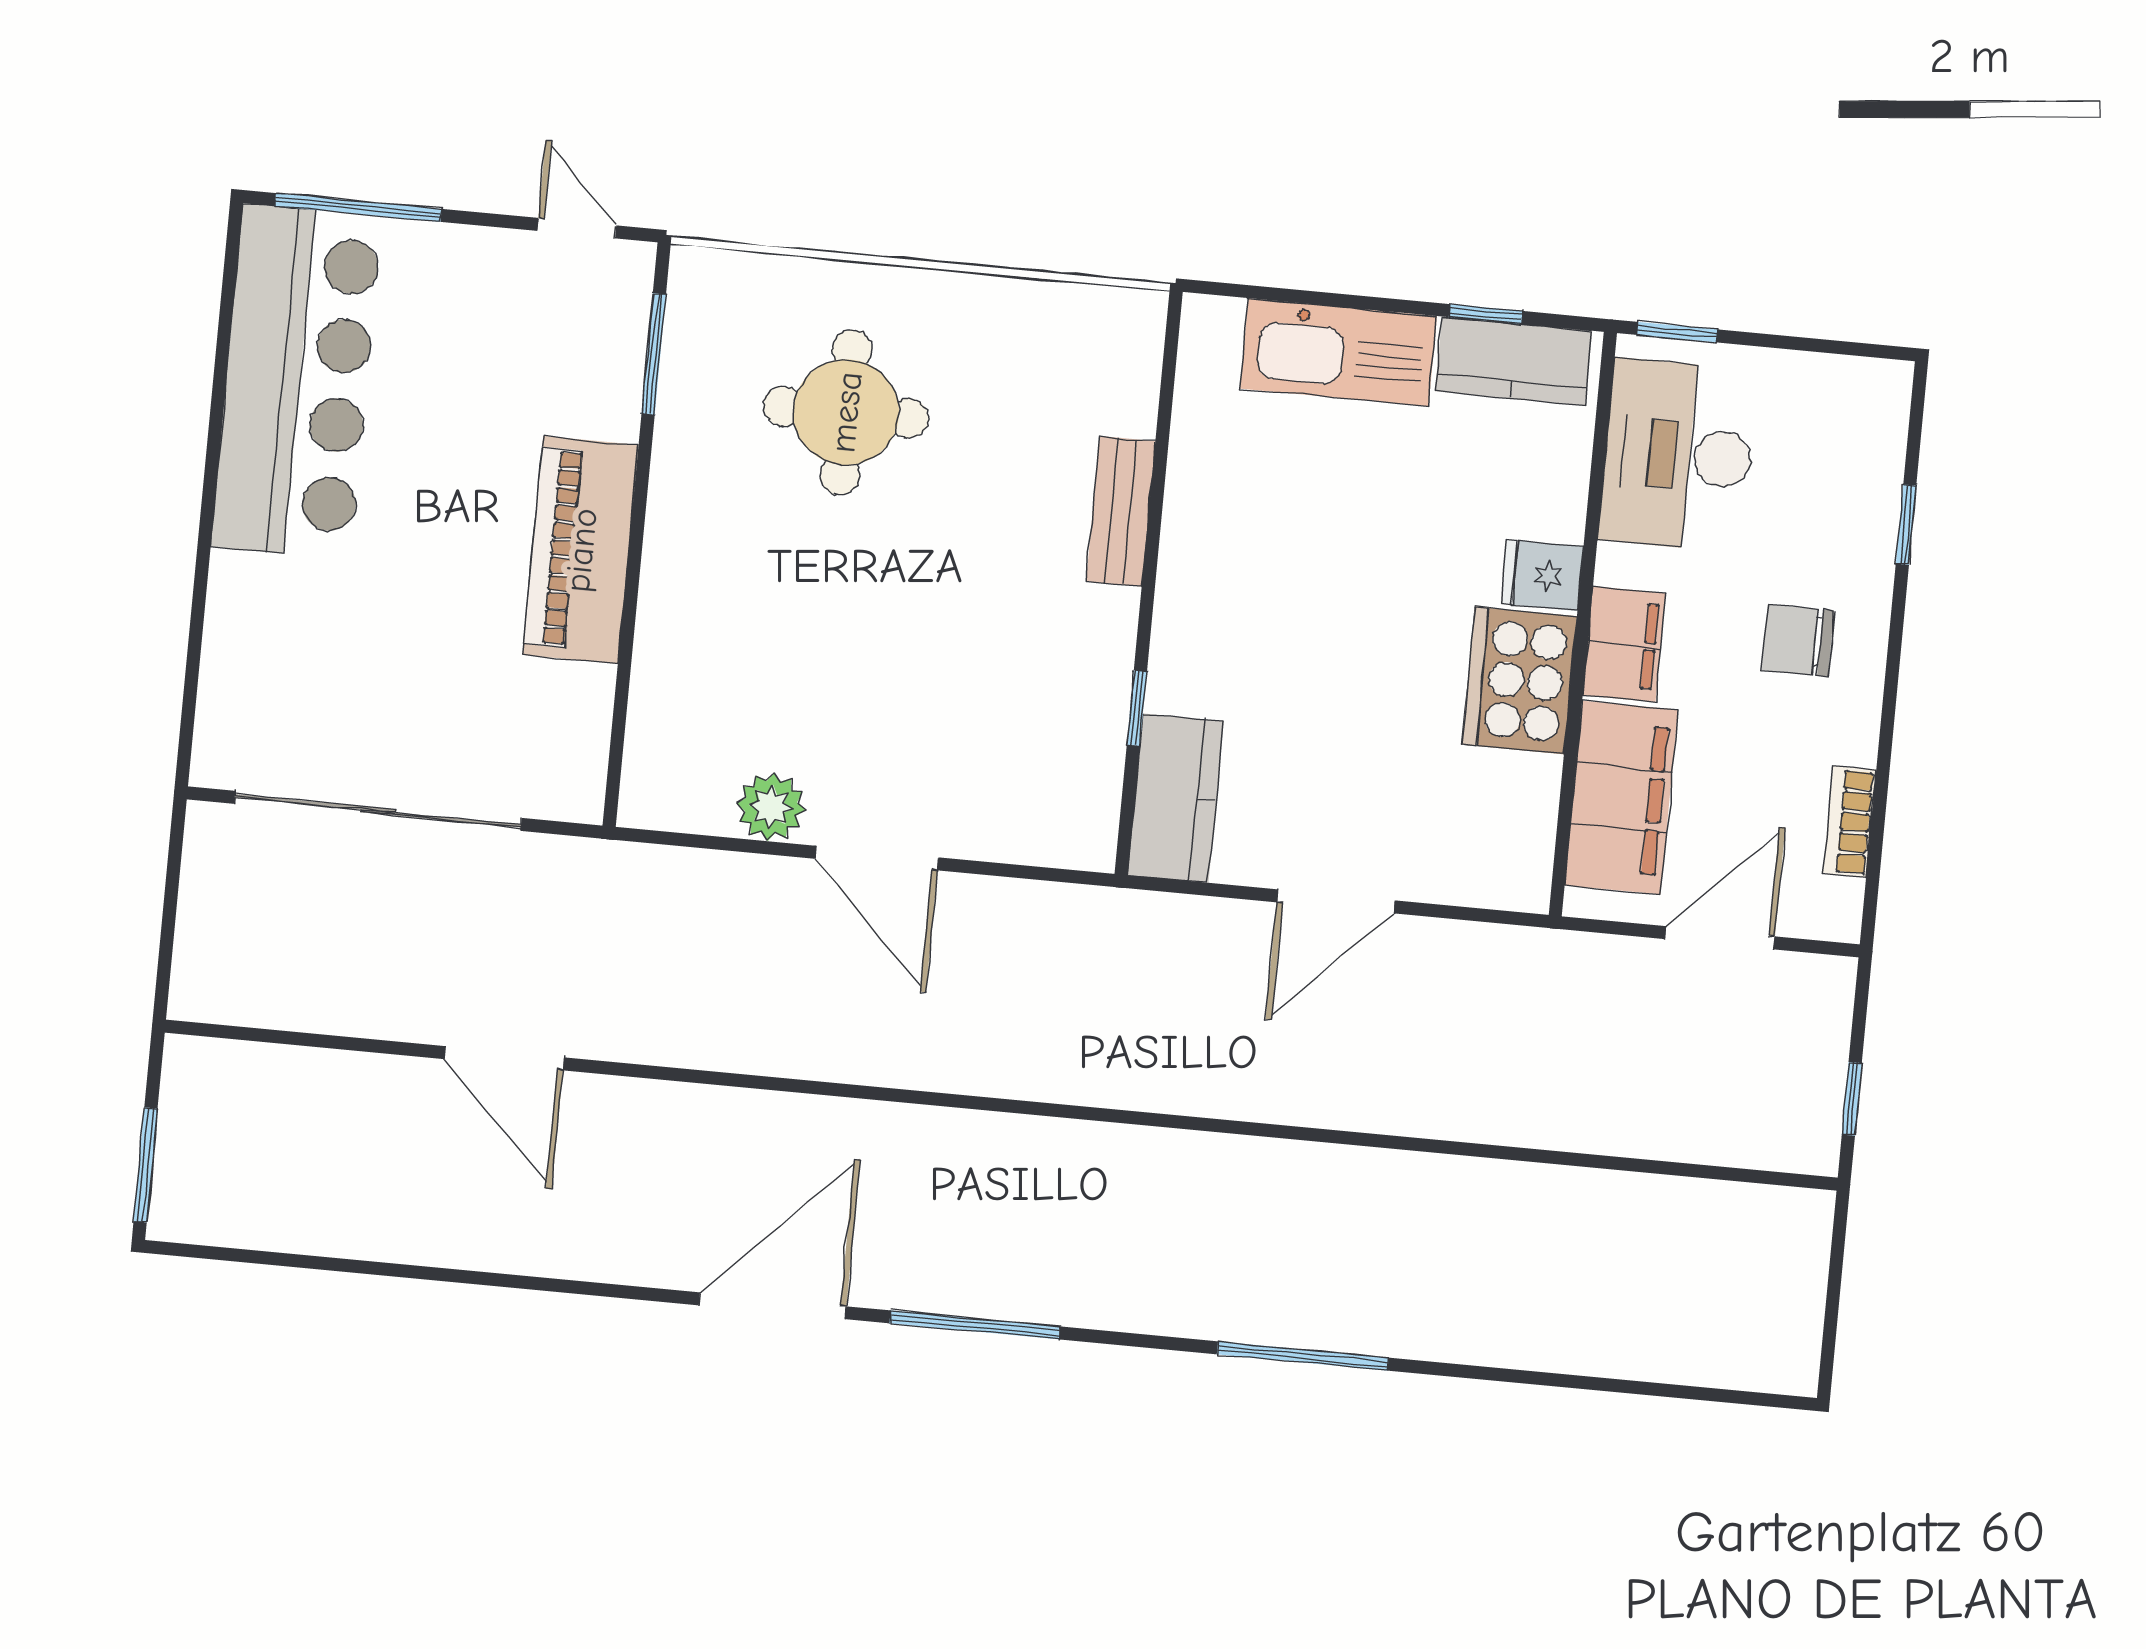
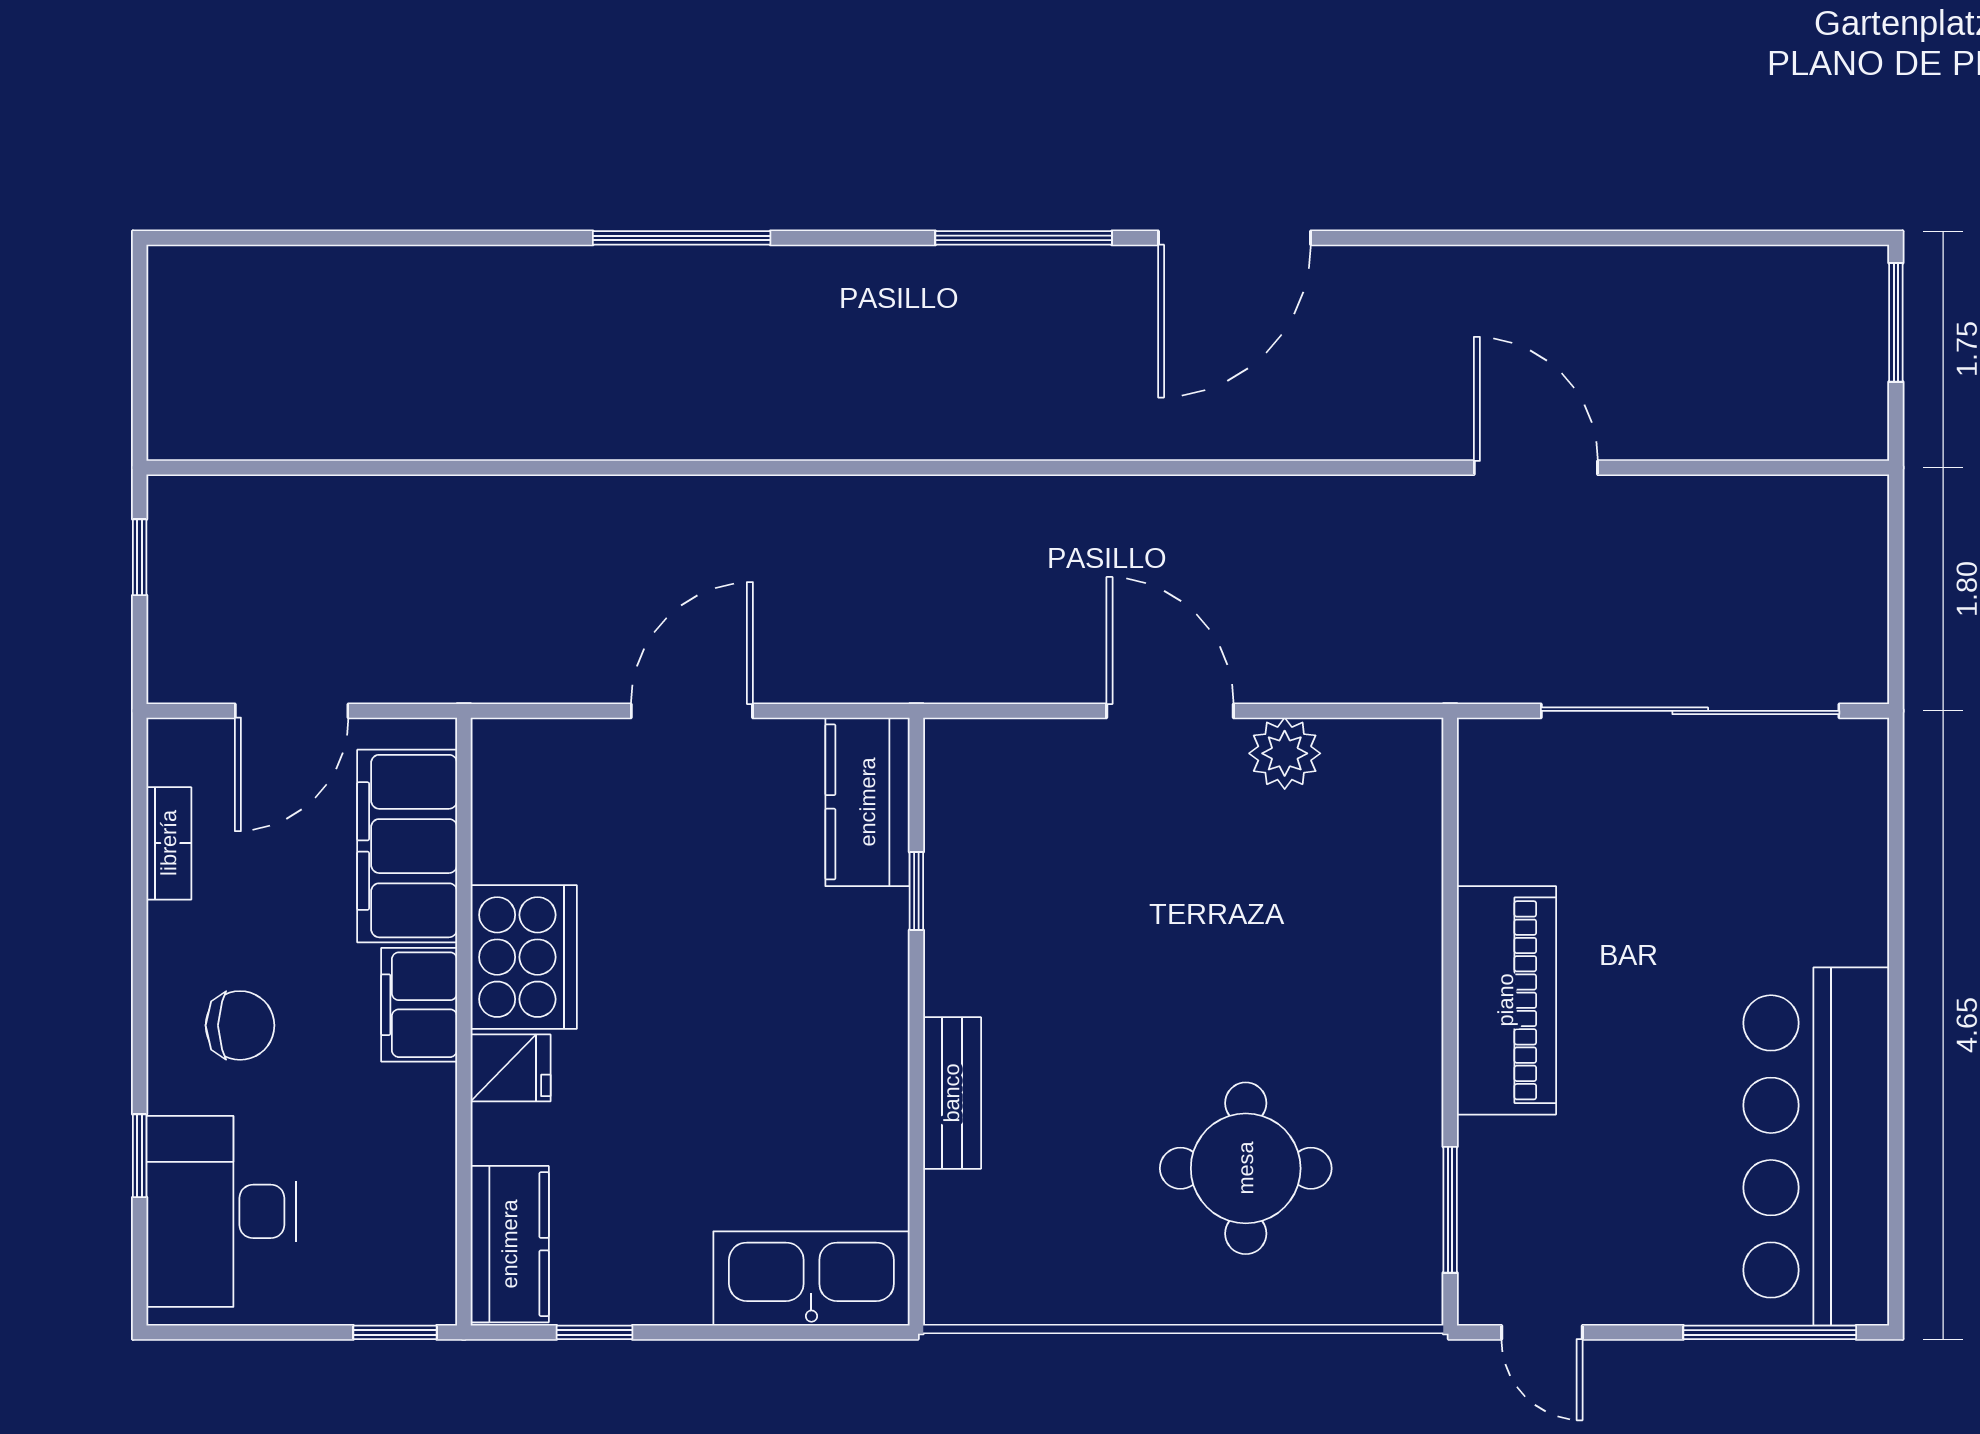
kitchen sink: (1338, 352) -> (811, 1278), moved
kitchen counter: (1514, 361) -> (510, 1244), moved, turned 90
desk: (1678, 455) -> (221, 1211), moved, turned 180

